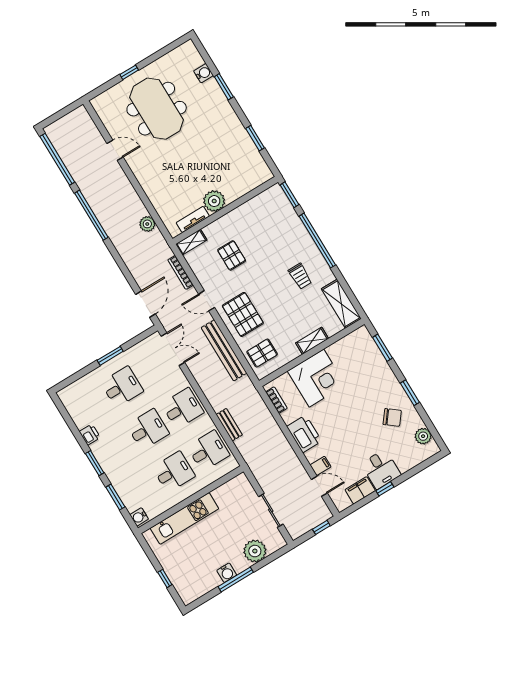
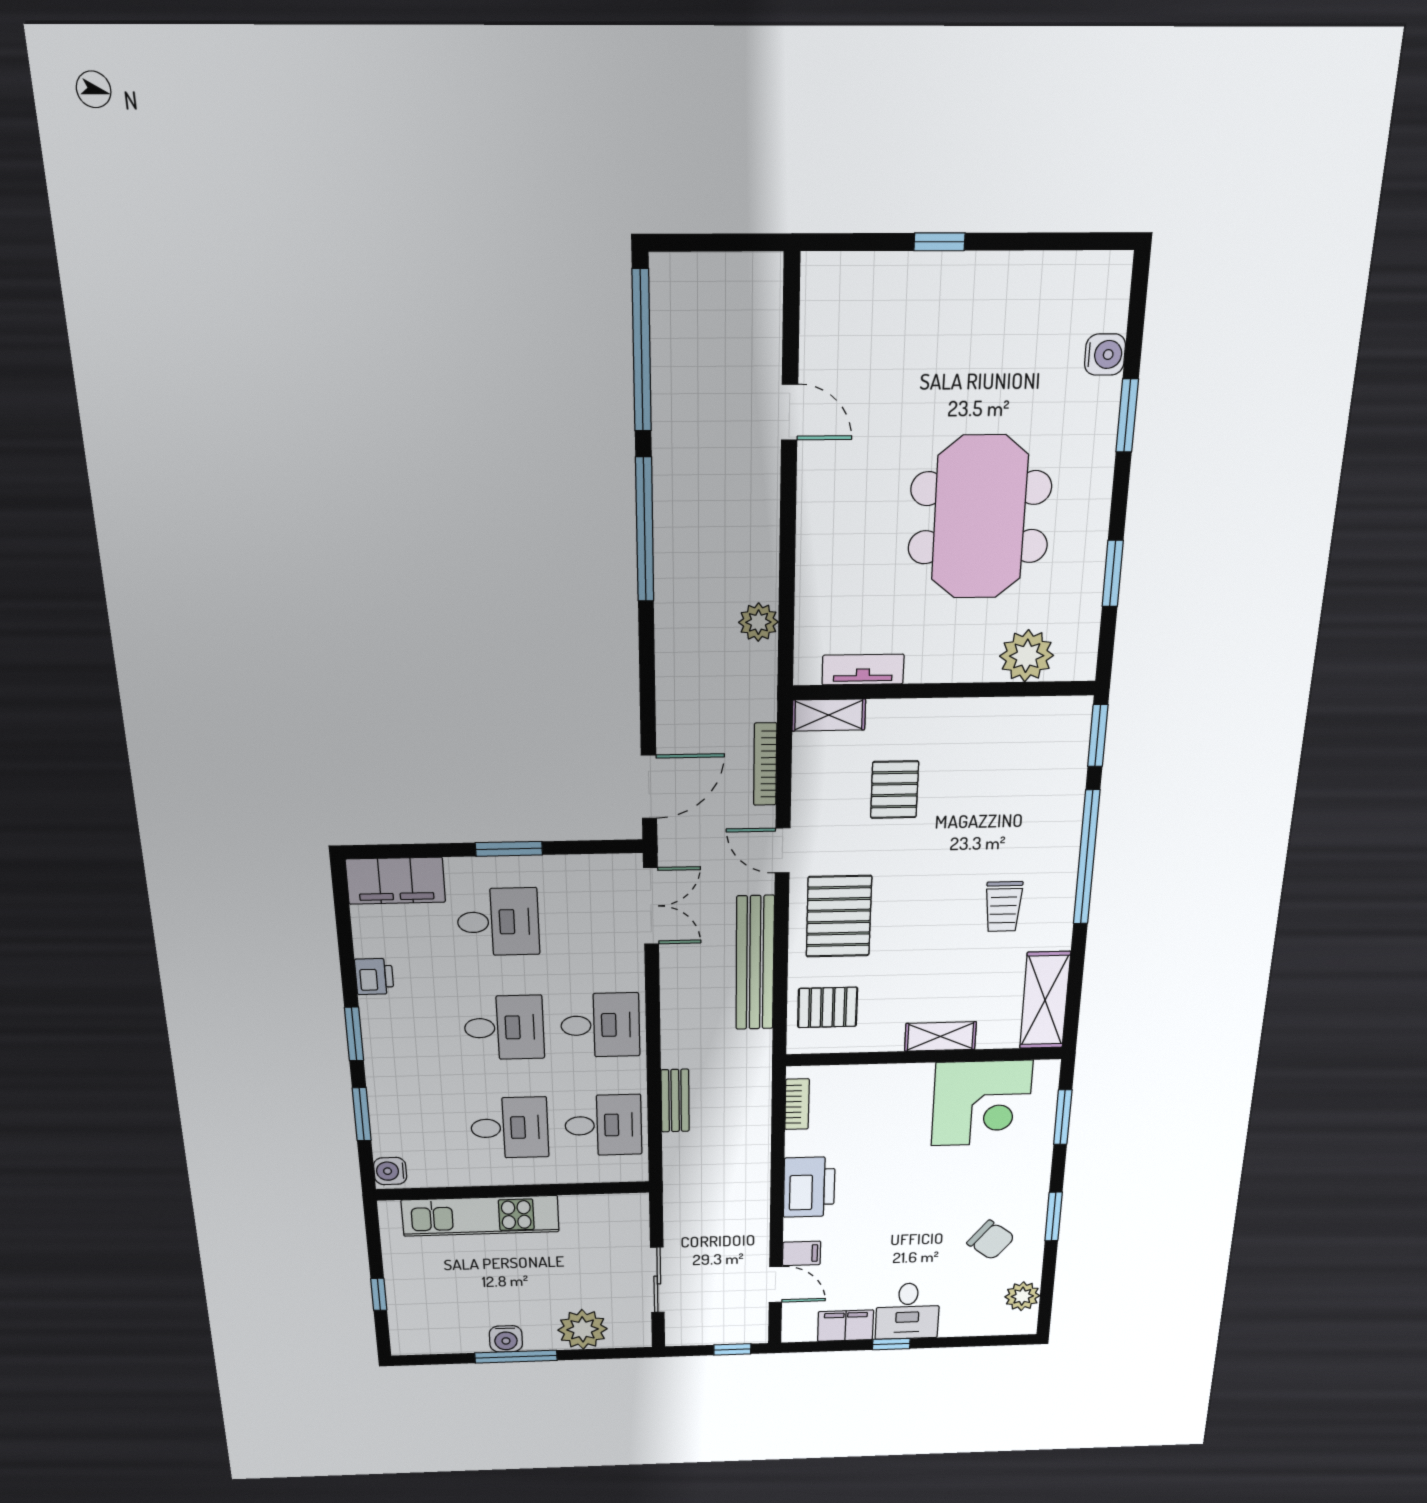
meeting table: (157, 109) -> (980, 518), moved
plant: (214, 201) -> (1027, 656), moved
corner desk: (316, 378) -> (982, 1103), moved
filing cabinet: (77, 391) -> (396, 881), added

